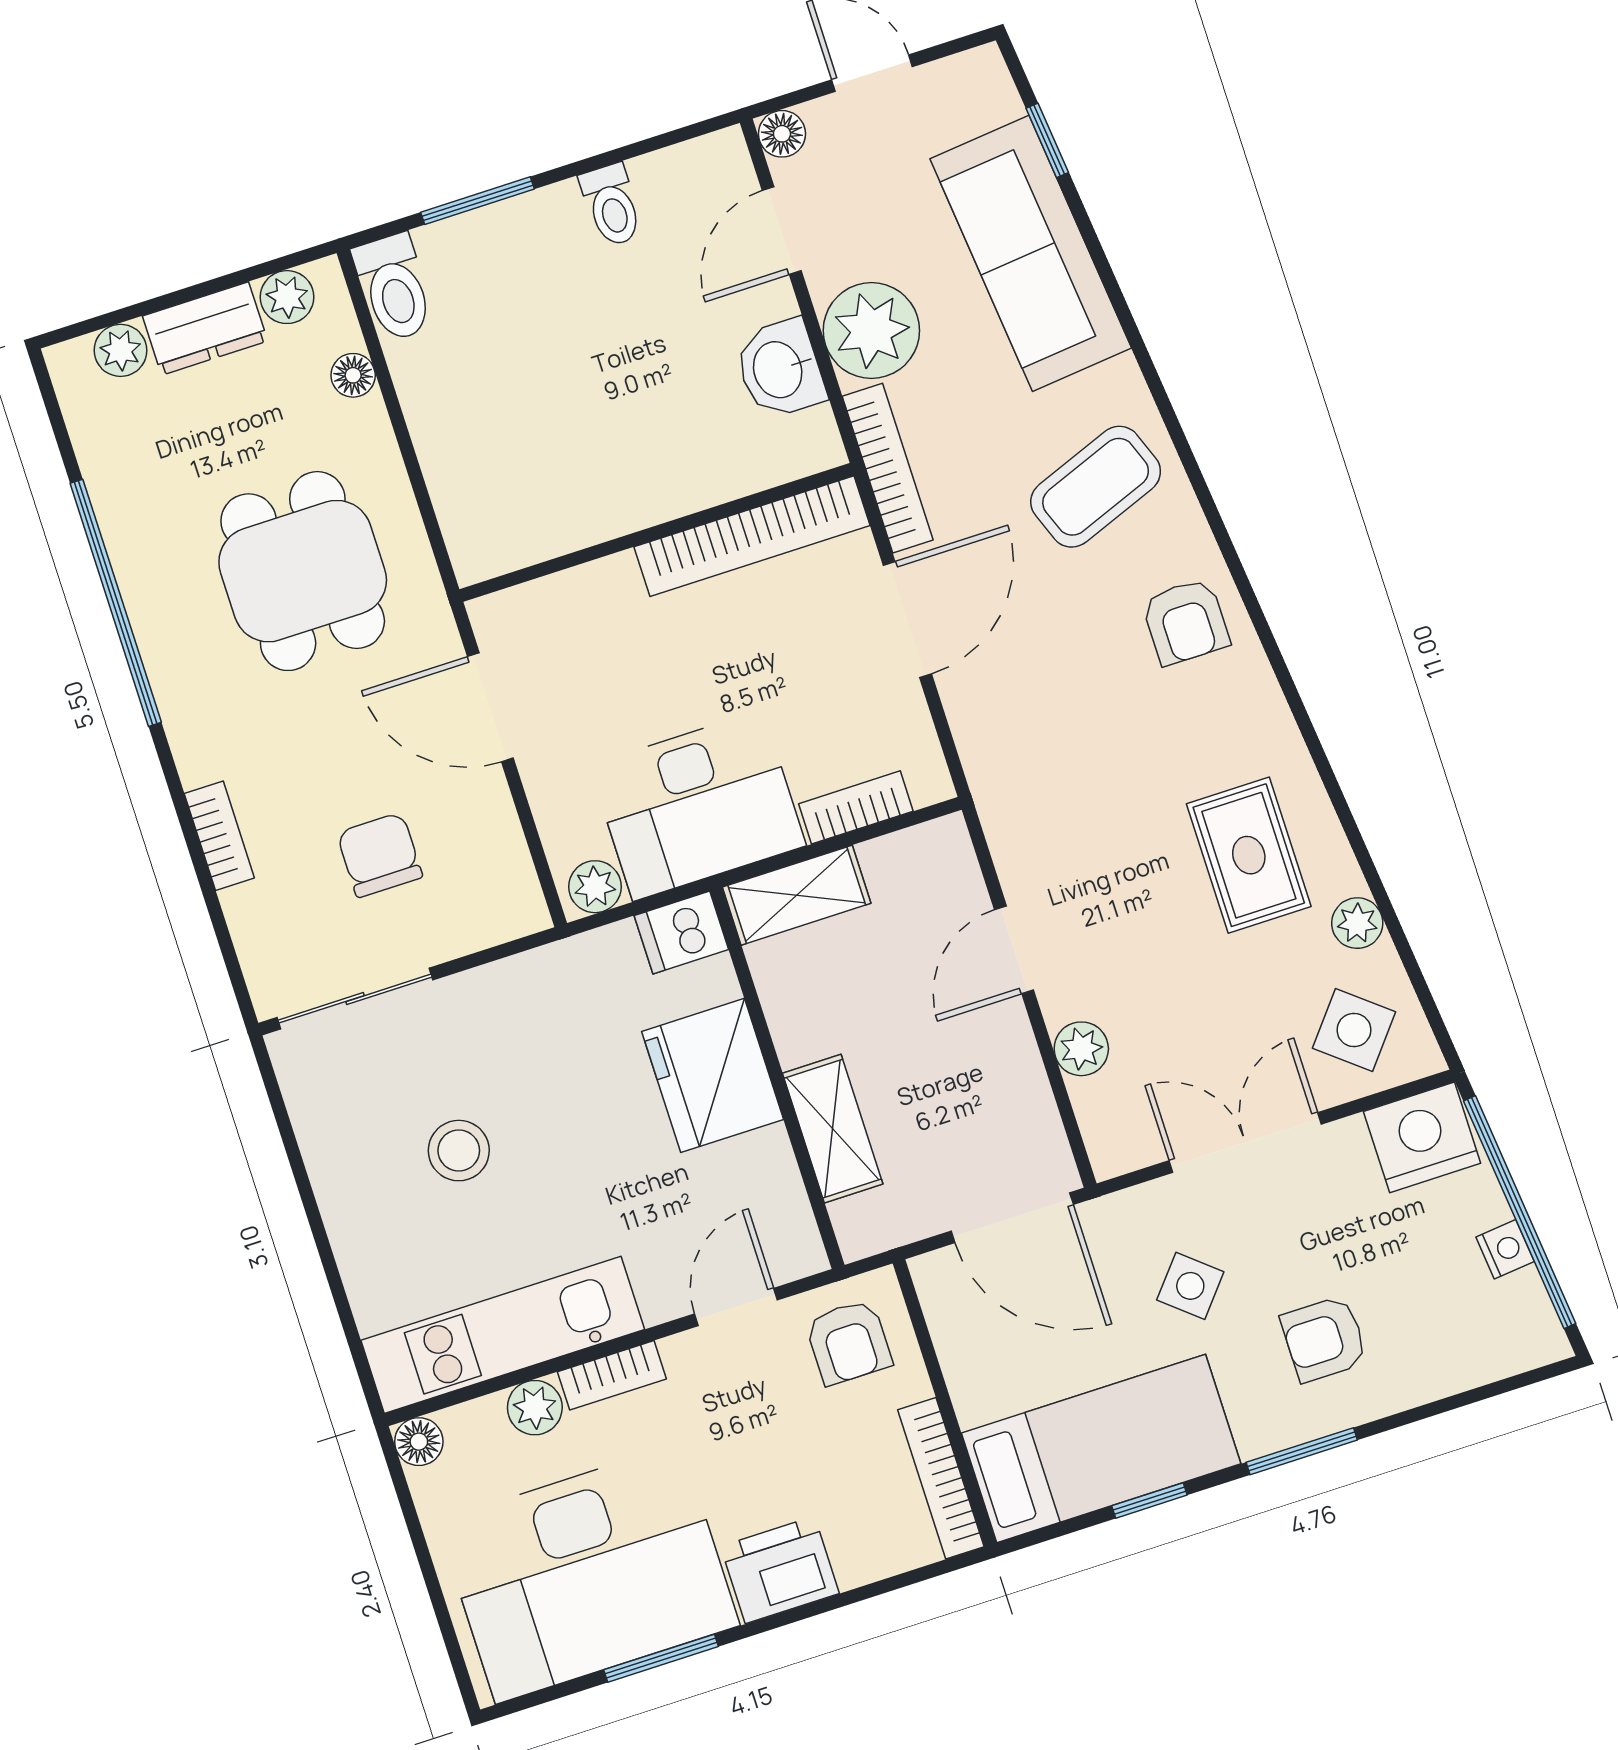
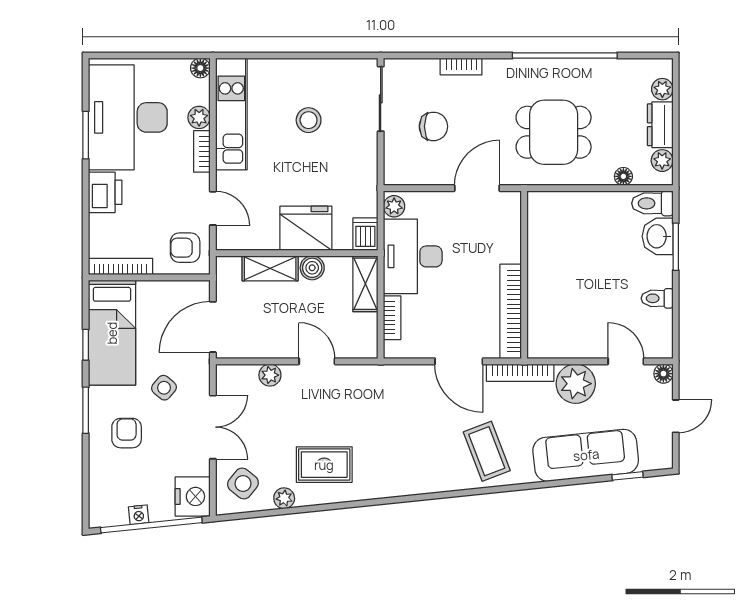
washbasin: (780, 369) -> (658, 236), moved, turned -90
armchair: (1186, 622) -> (423, 469), removed
boiler: (800, 1031) -> (312, 268), added

